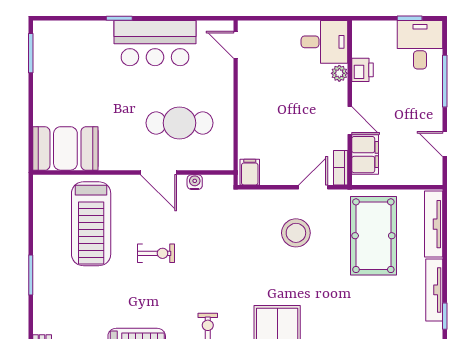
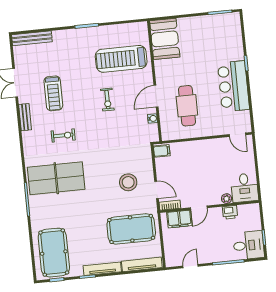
door: (236, 45) -> (237, 135), swing flipped

